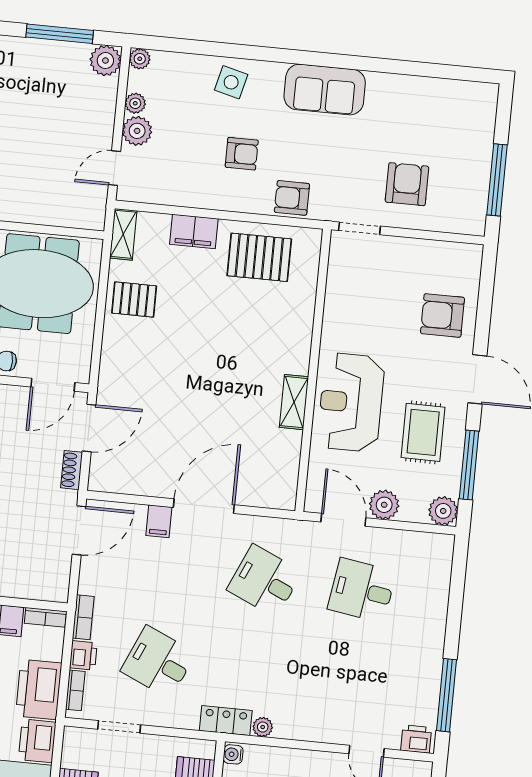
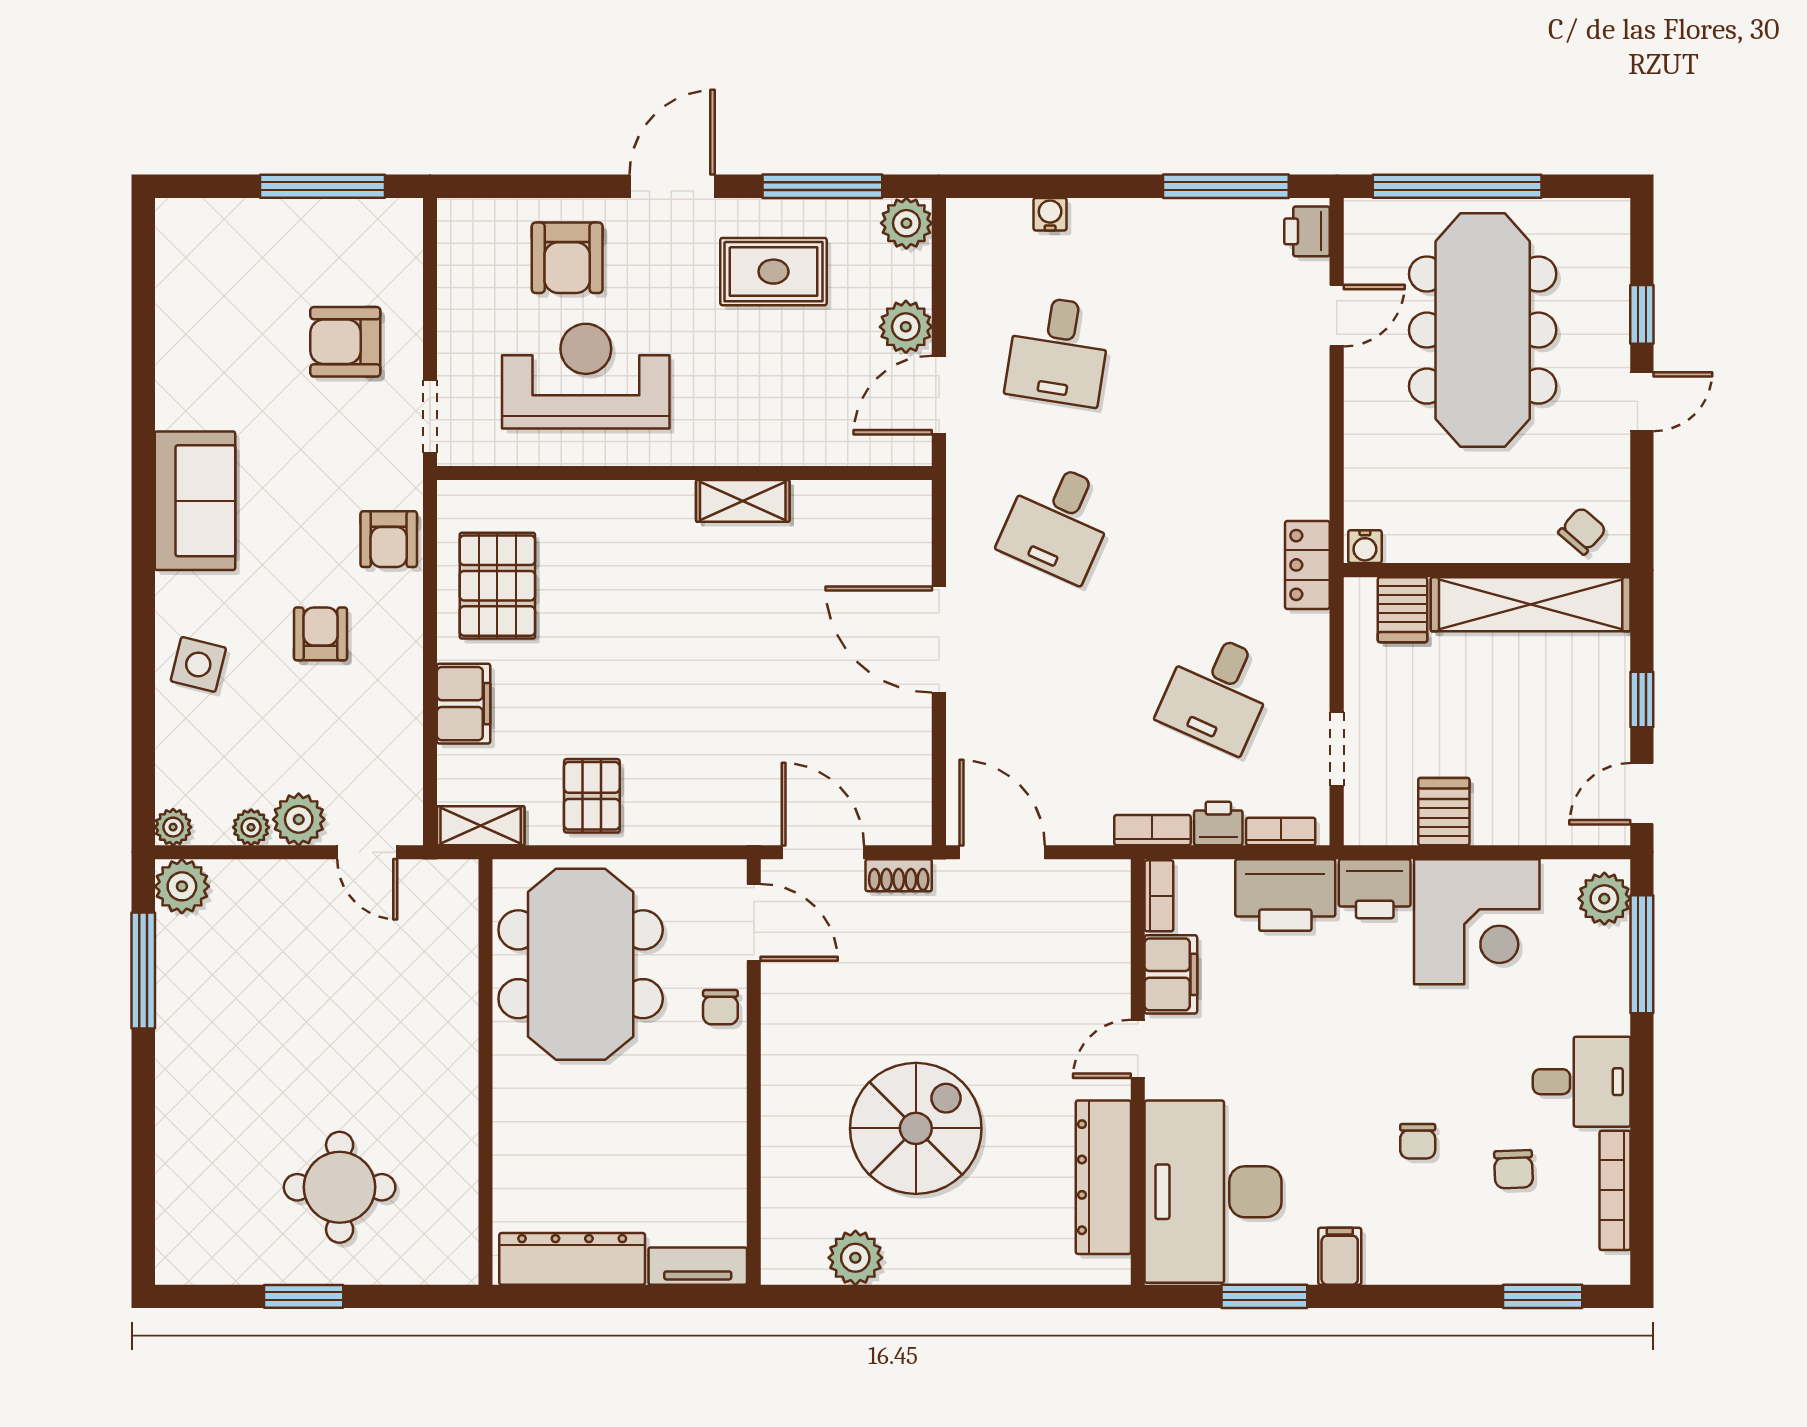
reception desk: (351, 402) -> (586, 376), moved, turned 180
filing cabinet: (159, 521) -> (973, 715), removed
water cooler: (440, 593) -> (1050, 214), added
plant: (263, 727) -> (1312, 500), removed

